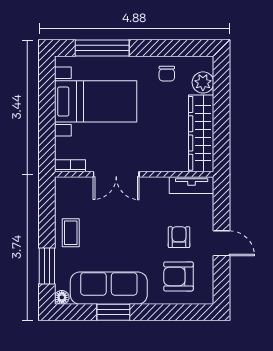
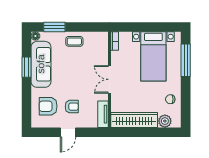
double door: (116, 174) -> (110, 79), moved
armchair: (178, 276) -> (48, 106), turned -90

